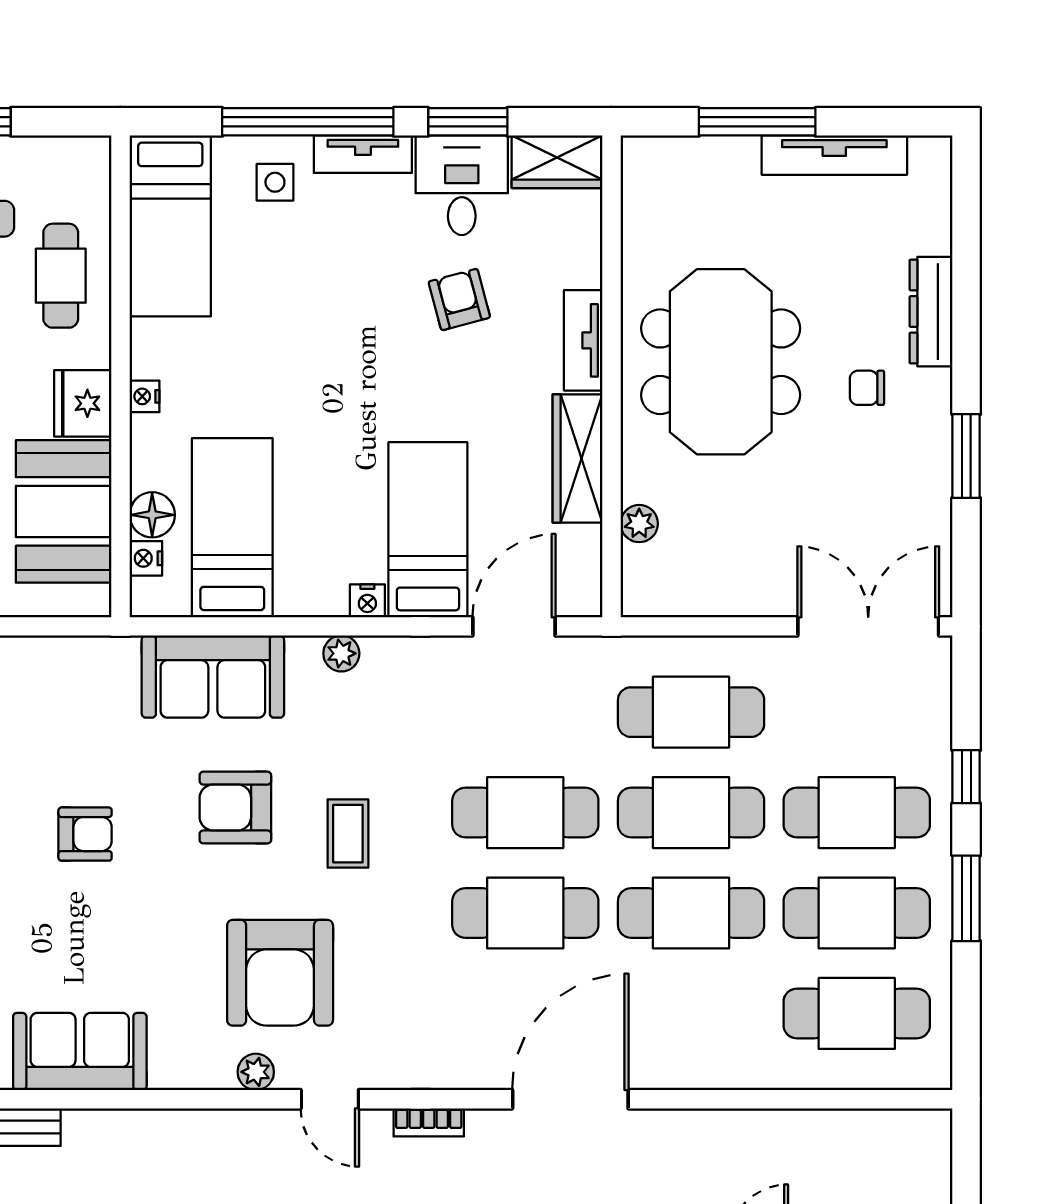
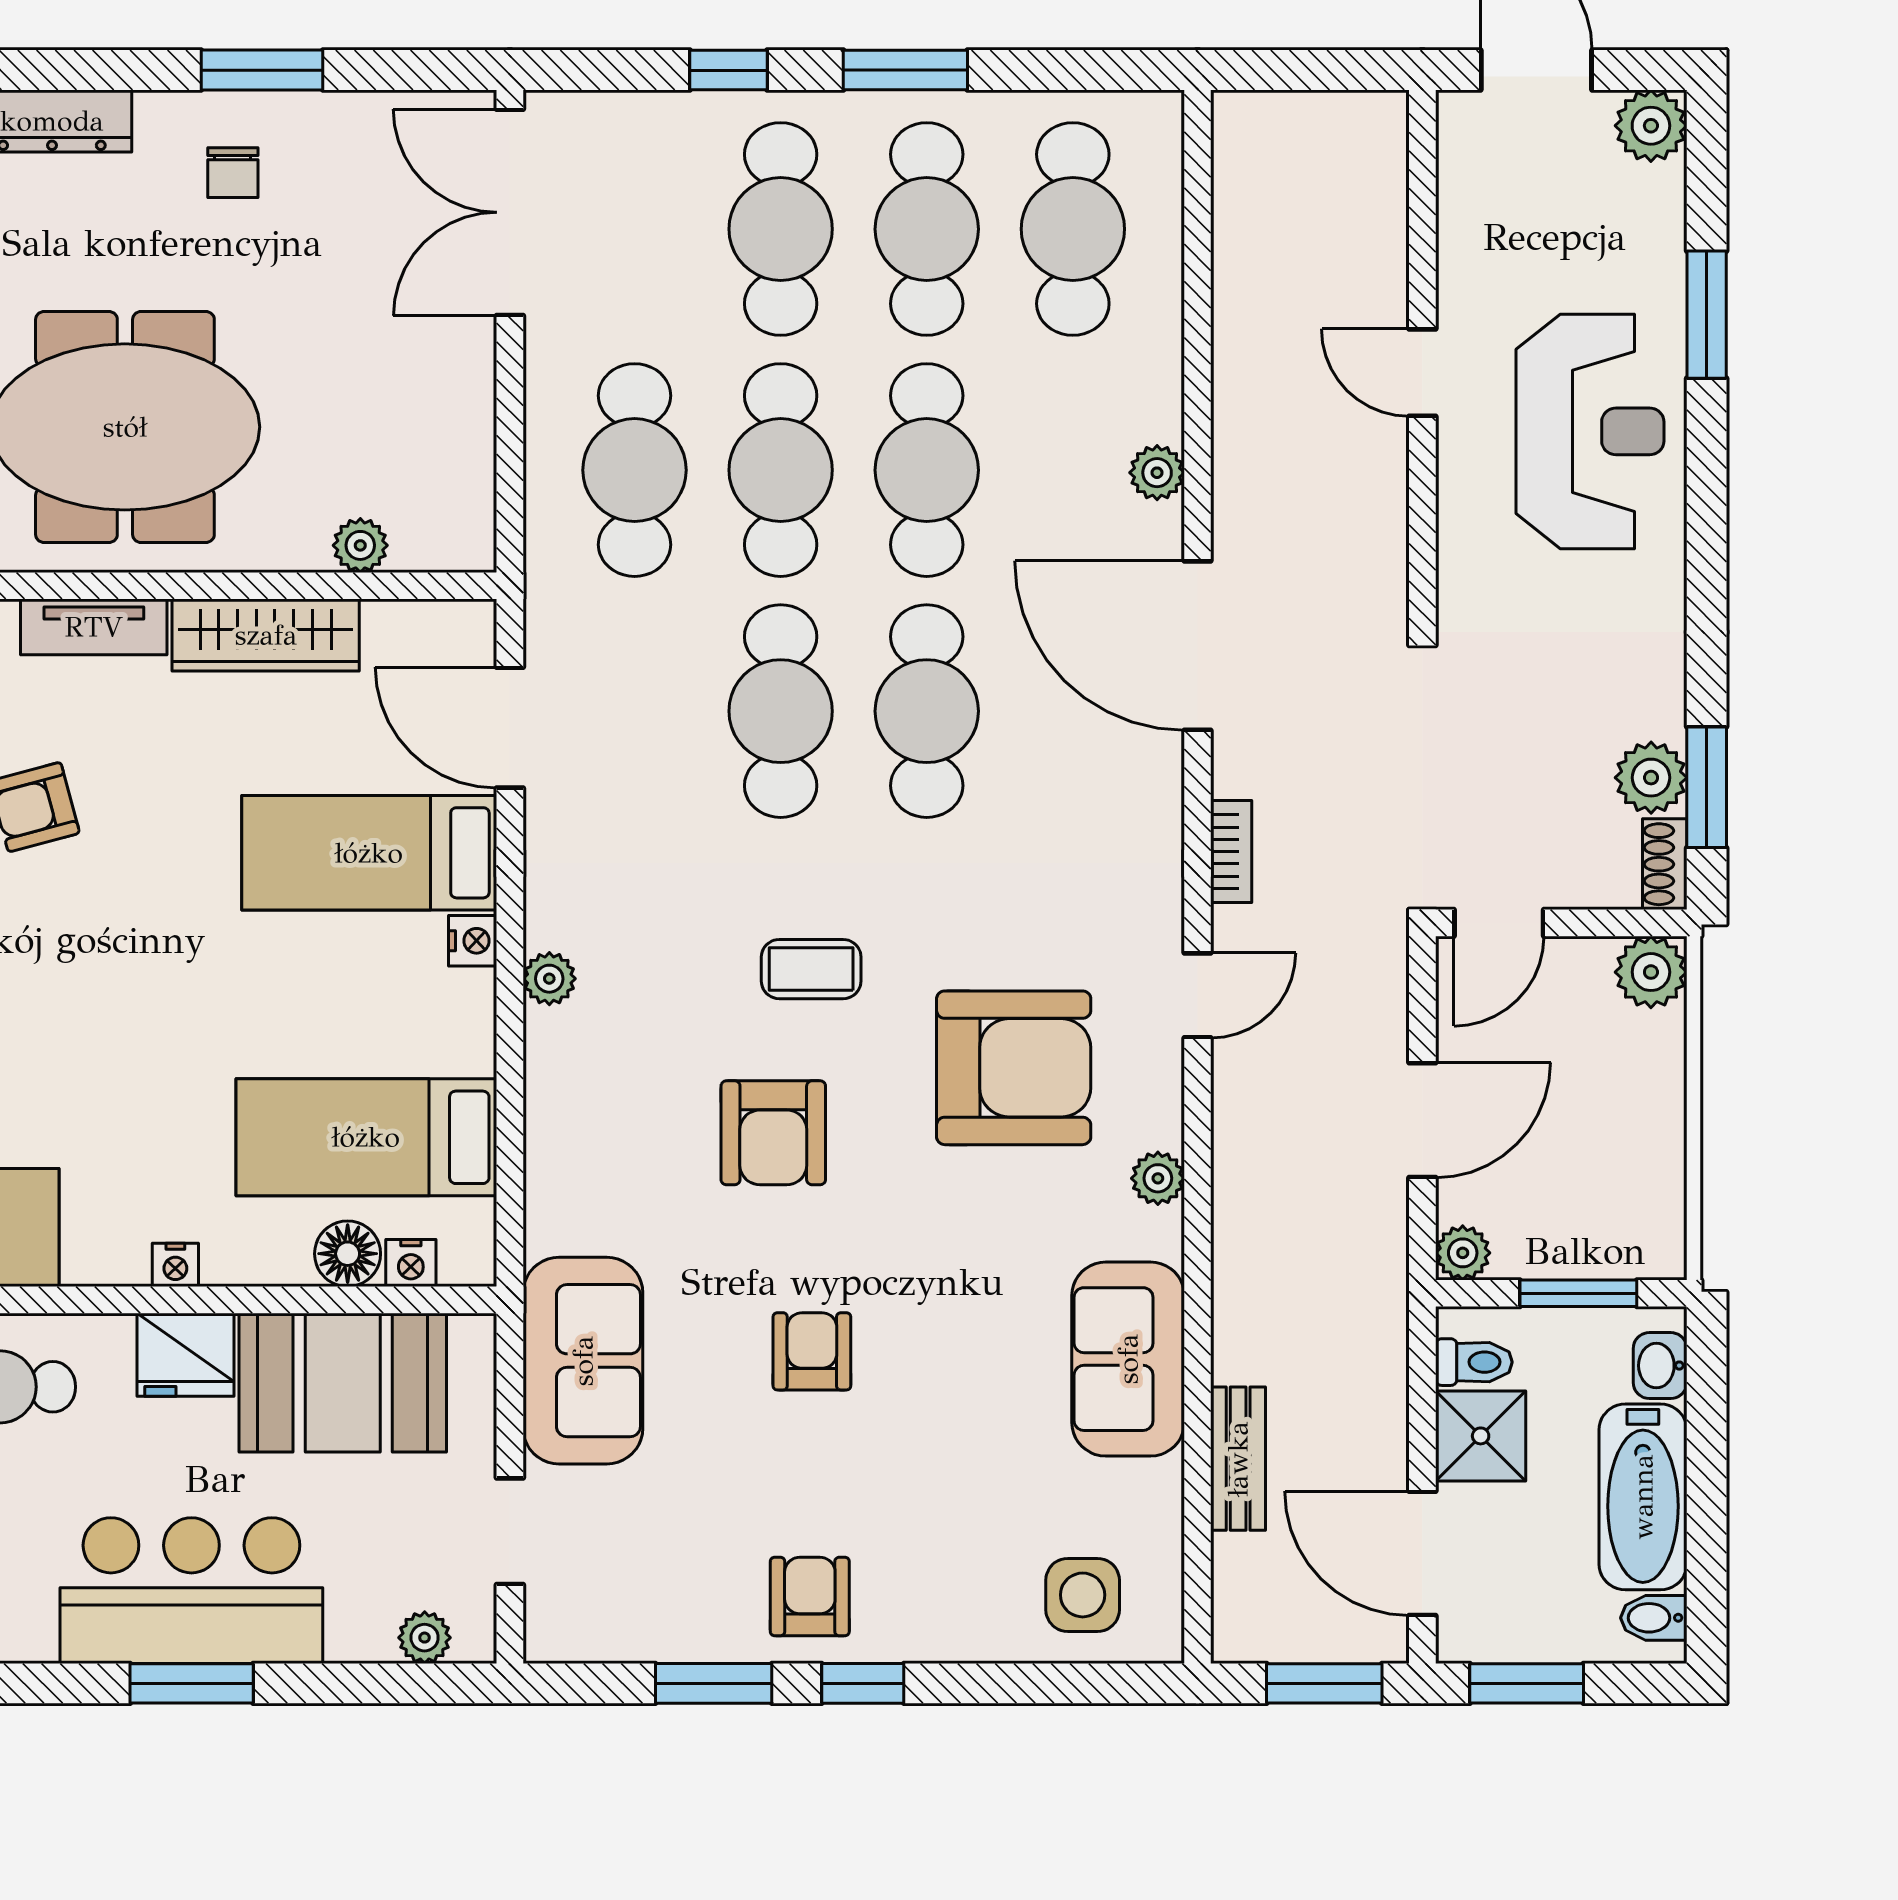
chair: (867, 388) -> (233, 173), moved
sofa: (213, 677) -> (583, 1361), moved
plant: (689, 1071) -> (1157, 473), added
plant: (256, 1072) -> (1158, 1178), moved

